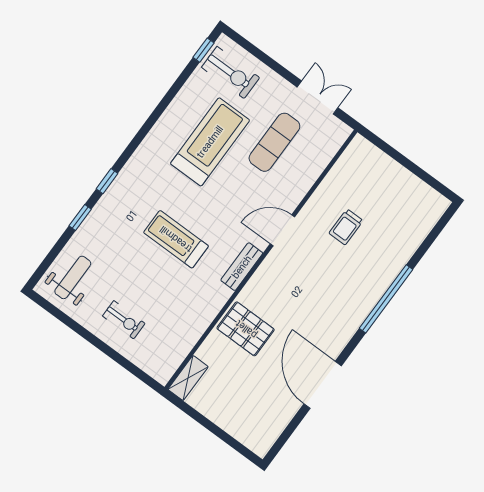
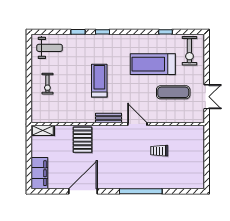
window: (204, 50) -> (165, 32), moved
treadmill: (210, 142) -> (153, 64), turned 180
filing cabinet: (248, 430) -> (39, 173), added

